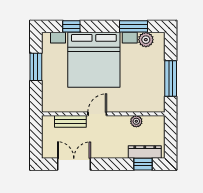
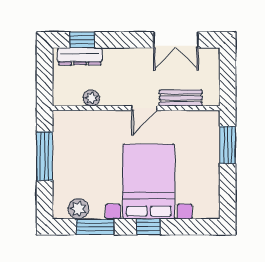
window: (71, 26) -> (148, 227), moved
bed with nightstands: (94, 60) -> (149, 182), width x0.73
window: (36, 67) -> (228, 145), moved

